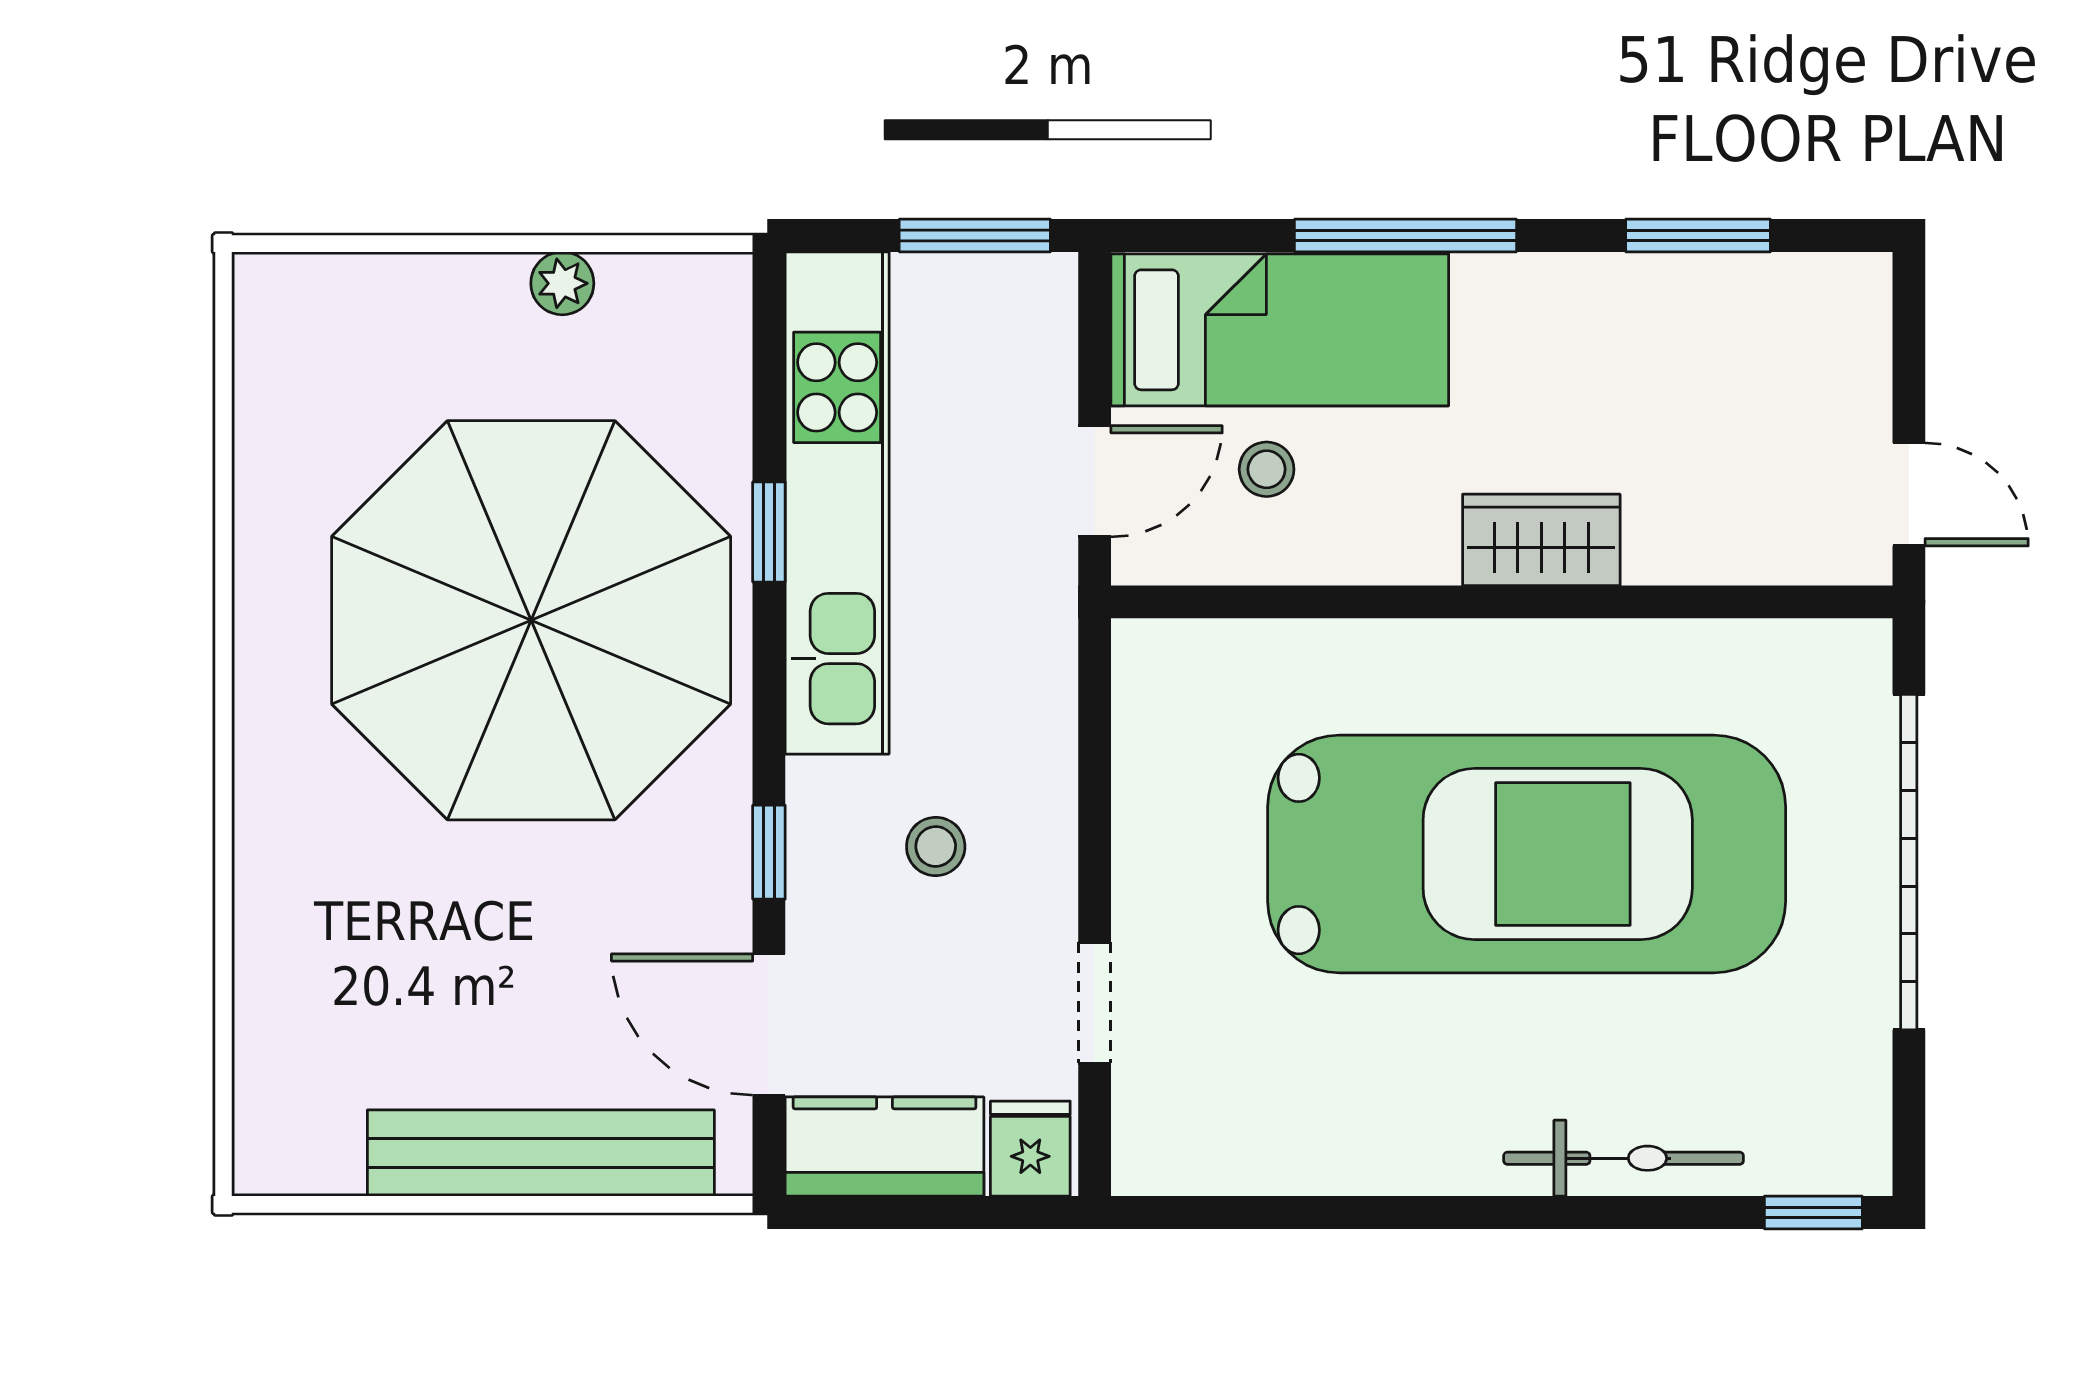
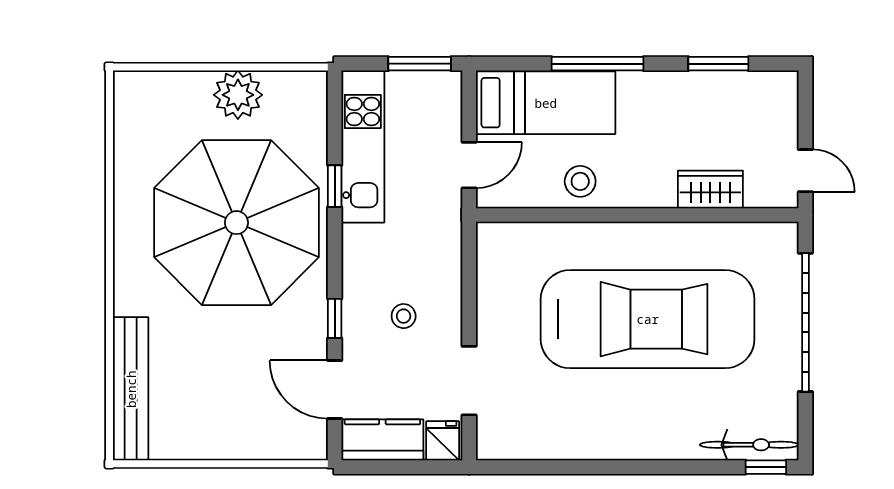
plant: (562, 283) -> (238, 95), width x1.87, depth x1.87
stool: (1267, 469) -> (580, 181), moved, width x1.37, depth x1.37
kitchen unit: (837, 503) -> (363, 146), width x0.73
wardrobe: (1541, 540) -> (710, 189), moved
doorway: (1095, 1003) -> (469, 381), width x1.38
bench: (541, 1153) -> (131, 389), moved, turned 90
bicycle: (1624, 1158) -> (749, 445), moved

